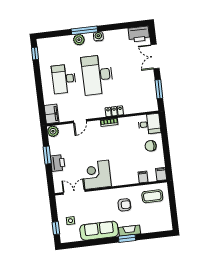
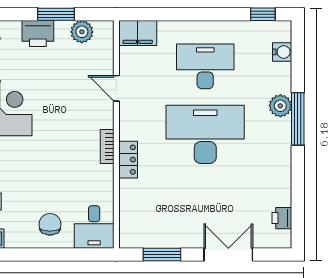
printer: (139, 34) -> (282, 218), width x0.53, depth x0.68
water cooler: (98, 36) -> (282, 52), moved
plant: (53, 131) -> (82, 32), moved

